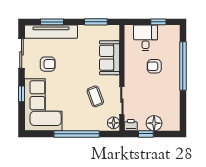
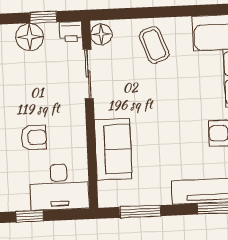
desk: (146, 38) -> (59, 187), width x1.37
coffee table: (95, 96) -> (154, 45), moved
window: (77, 134) -> (166, 12), removed

